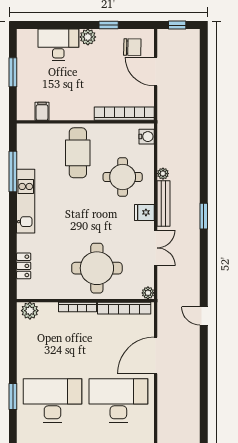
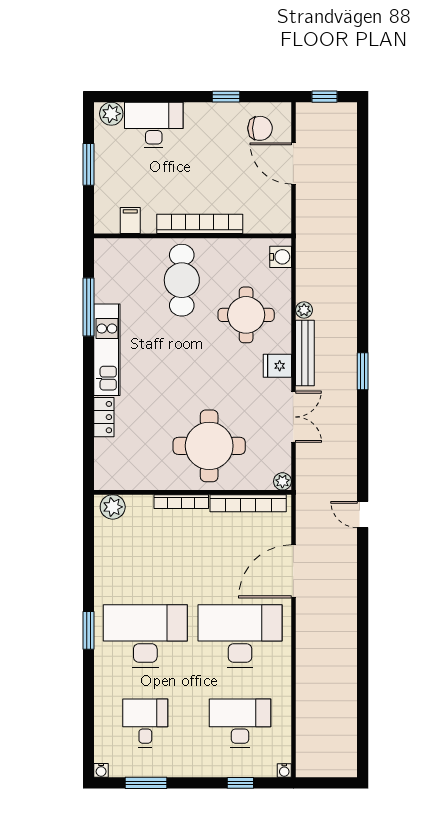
plant: (88, 37) -> (111, 114), moved
bookcase: (124, 114) -> (200, 224), moved
locker: (24, 266) -> (104, 417), moved

